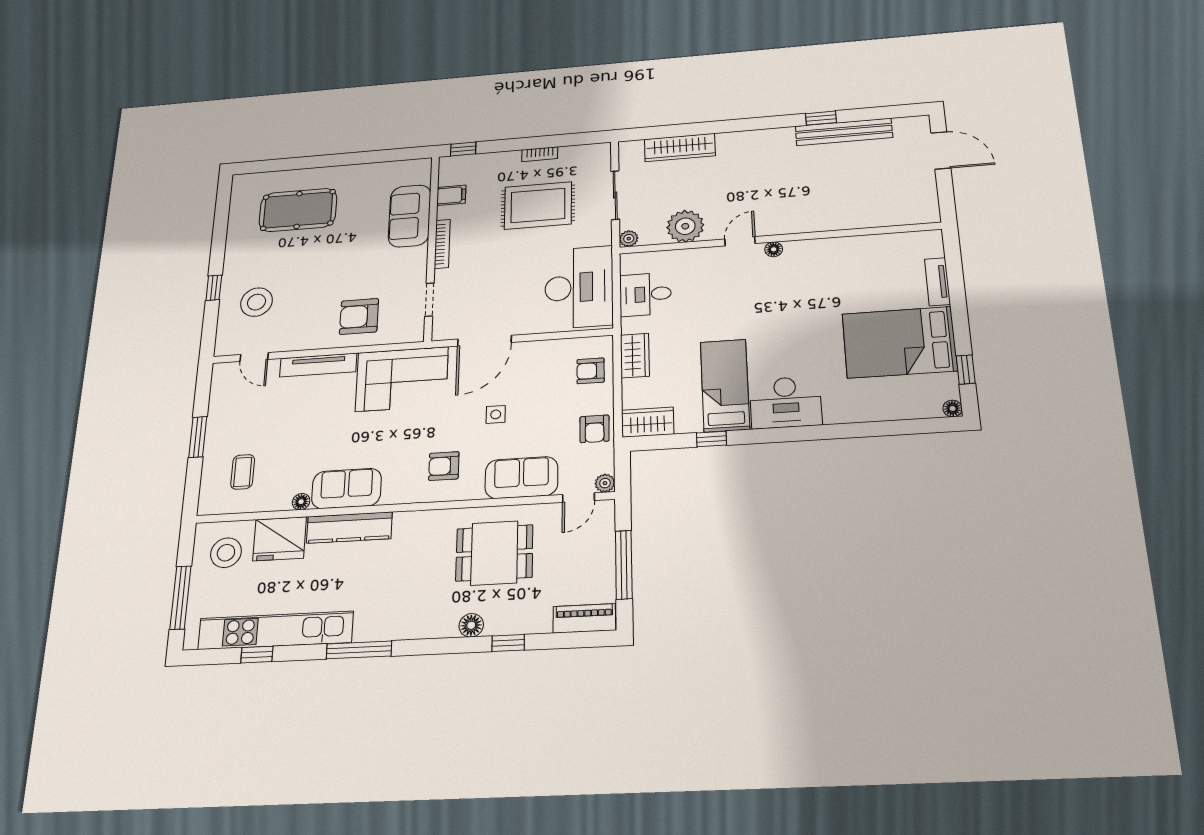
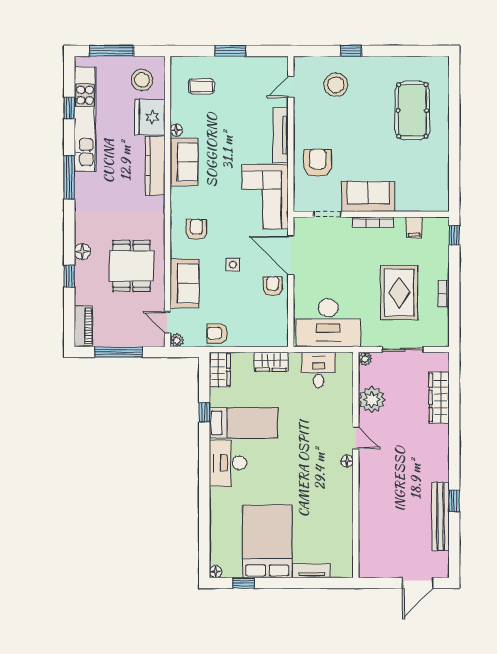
sofa: (410, 216) -> (368, 197), moved
armchair: (591, 371) -> (273, 286), moved

